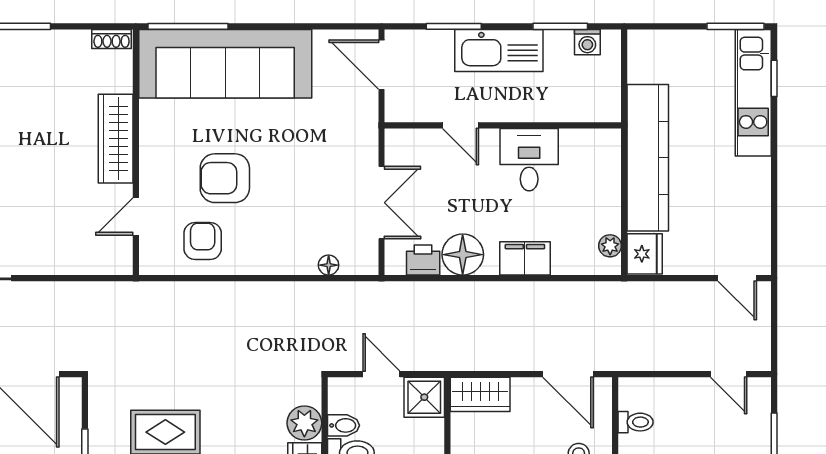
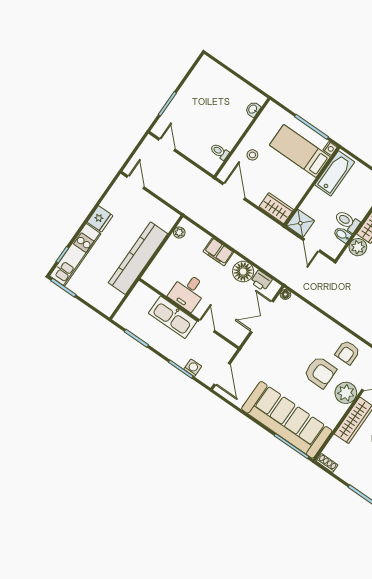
washing machine: (587, 42) -> (193, 368), moved
kitchen sink: (499, 51) -> (173, 317), moved, turned 180
plant: (160, 174) -> (346, 393), added
fridge: (645, 254) -> (100, 219), moved, turned 180
floor lamp: (329, 265) -> (285, 294), moved

